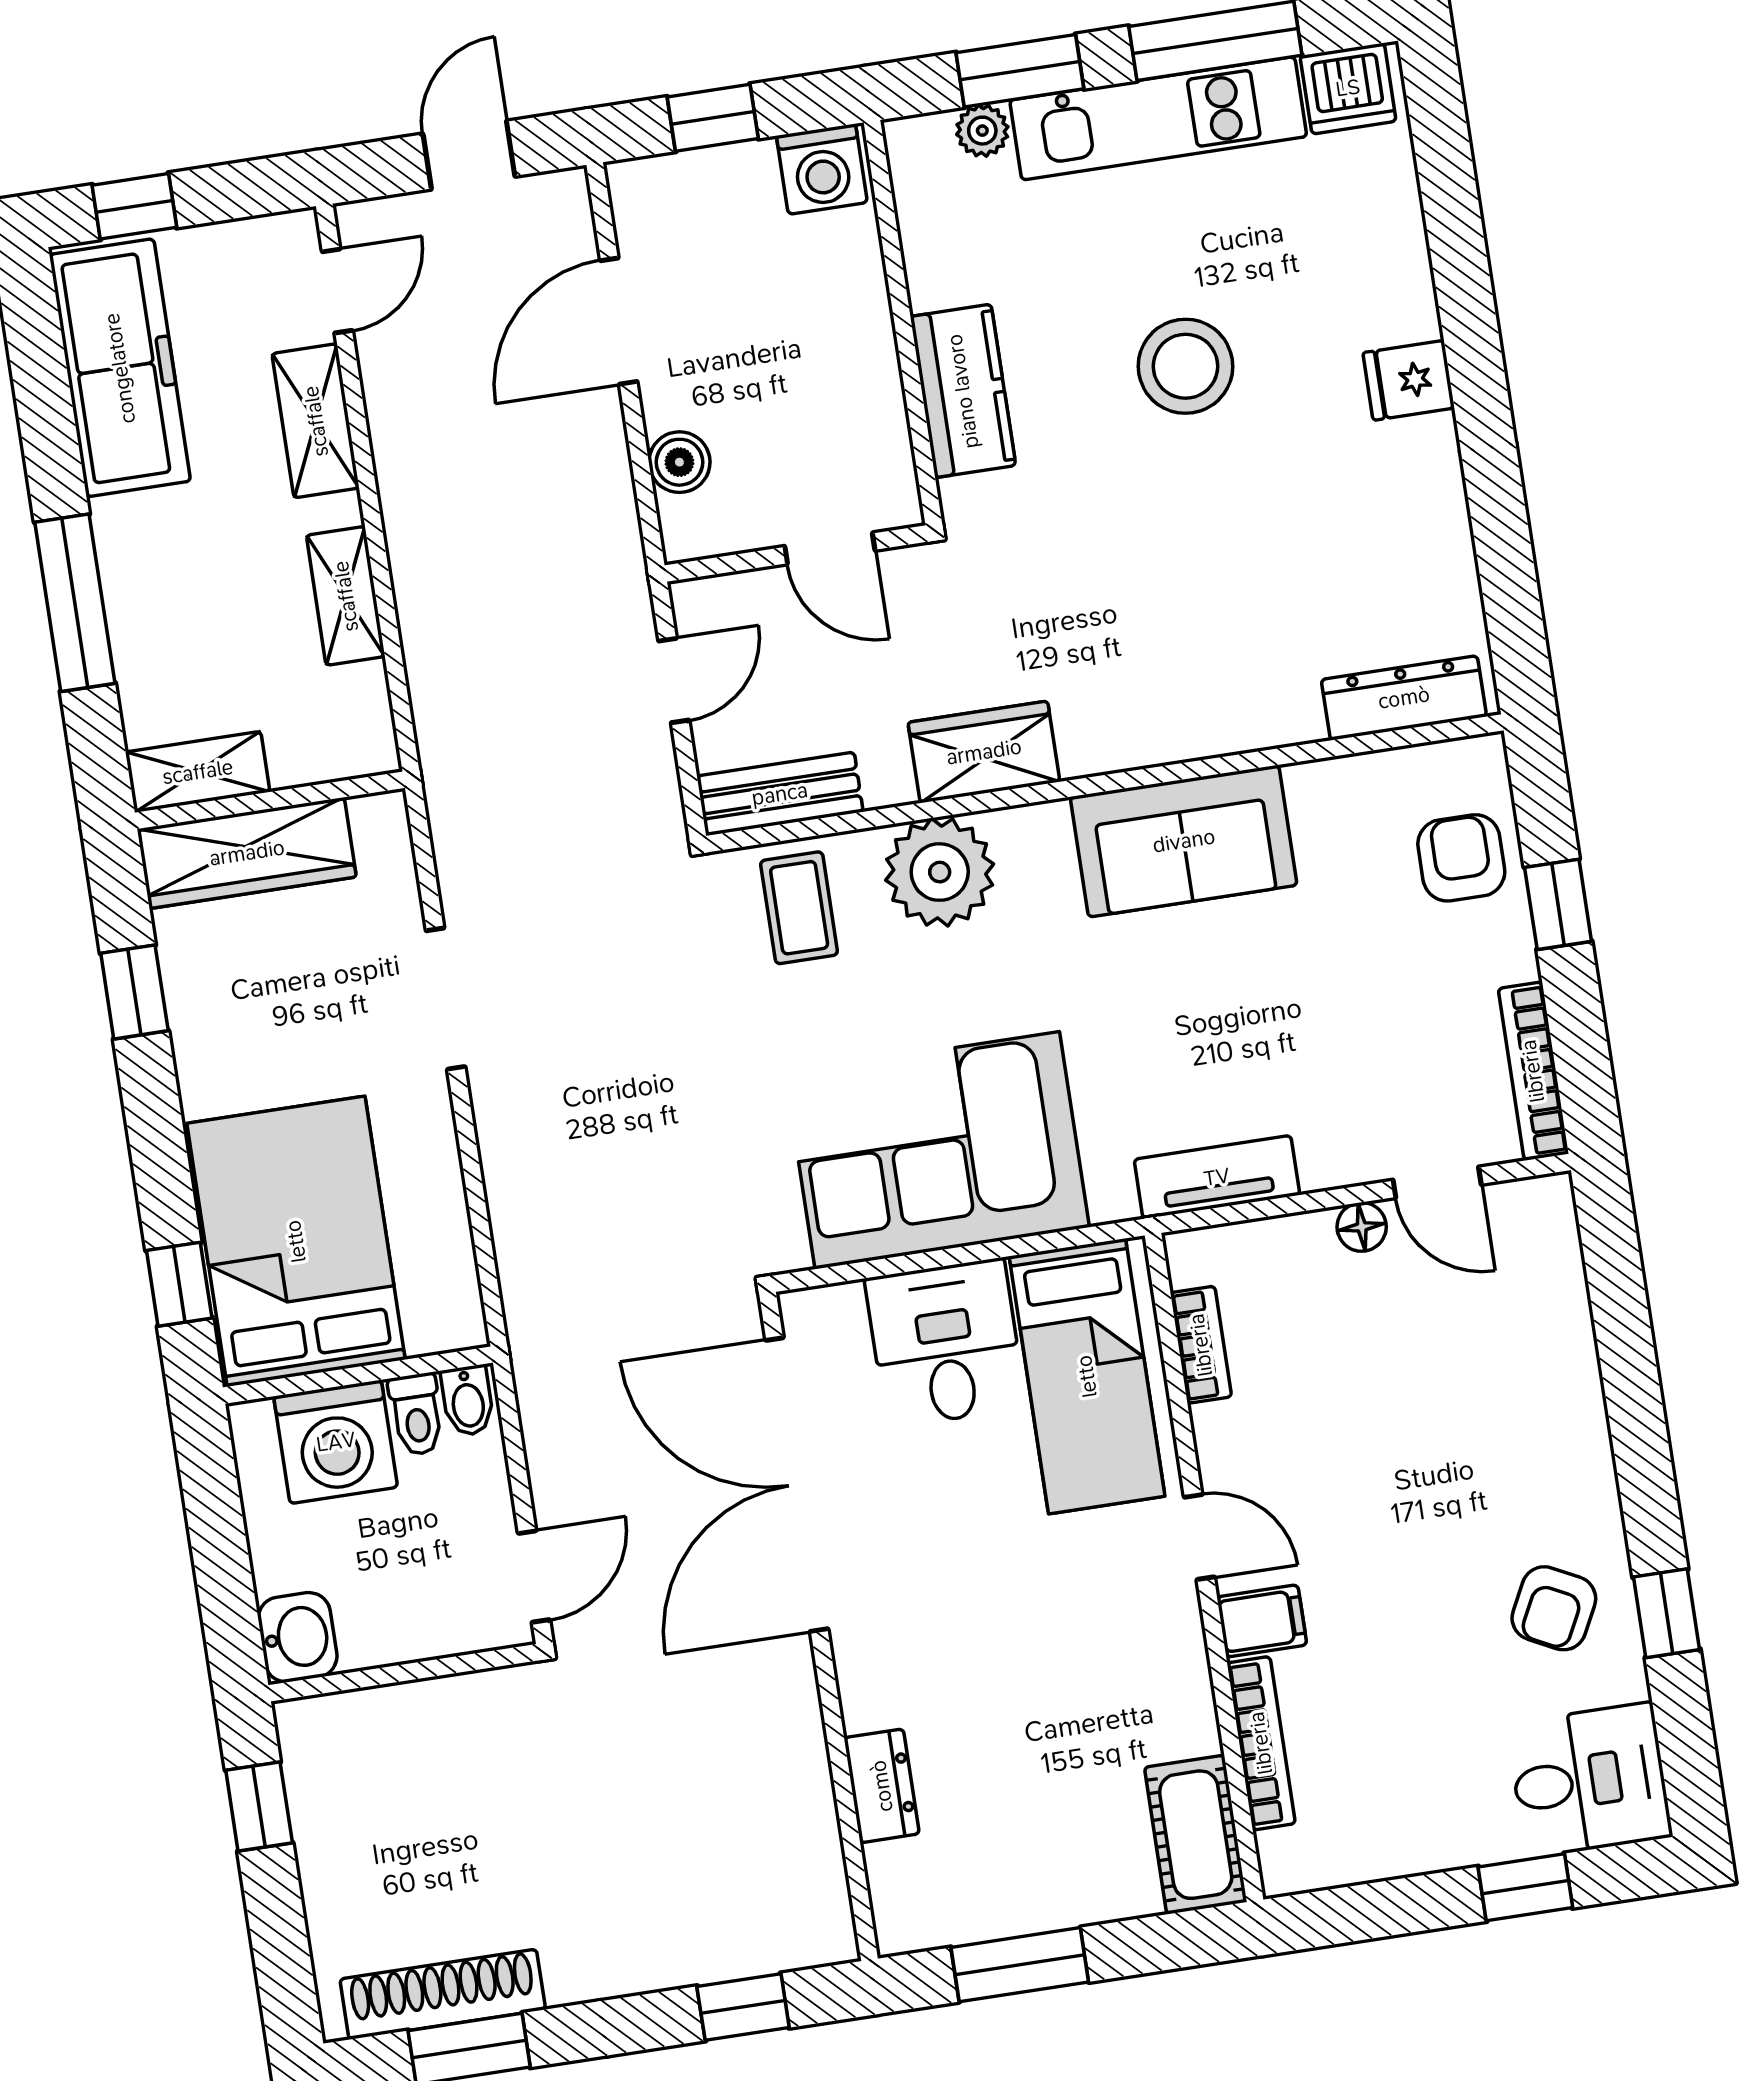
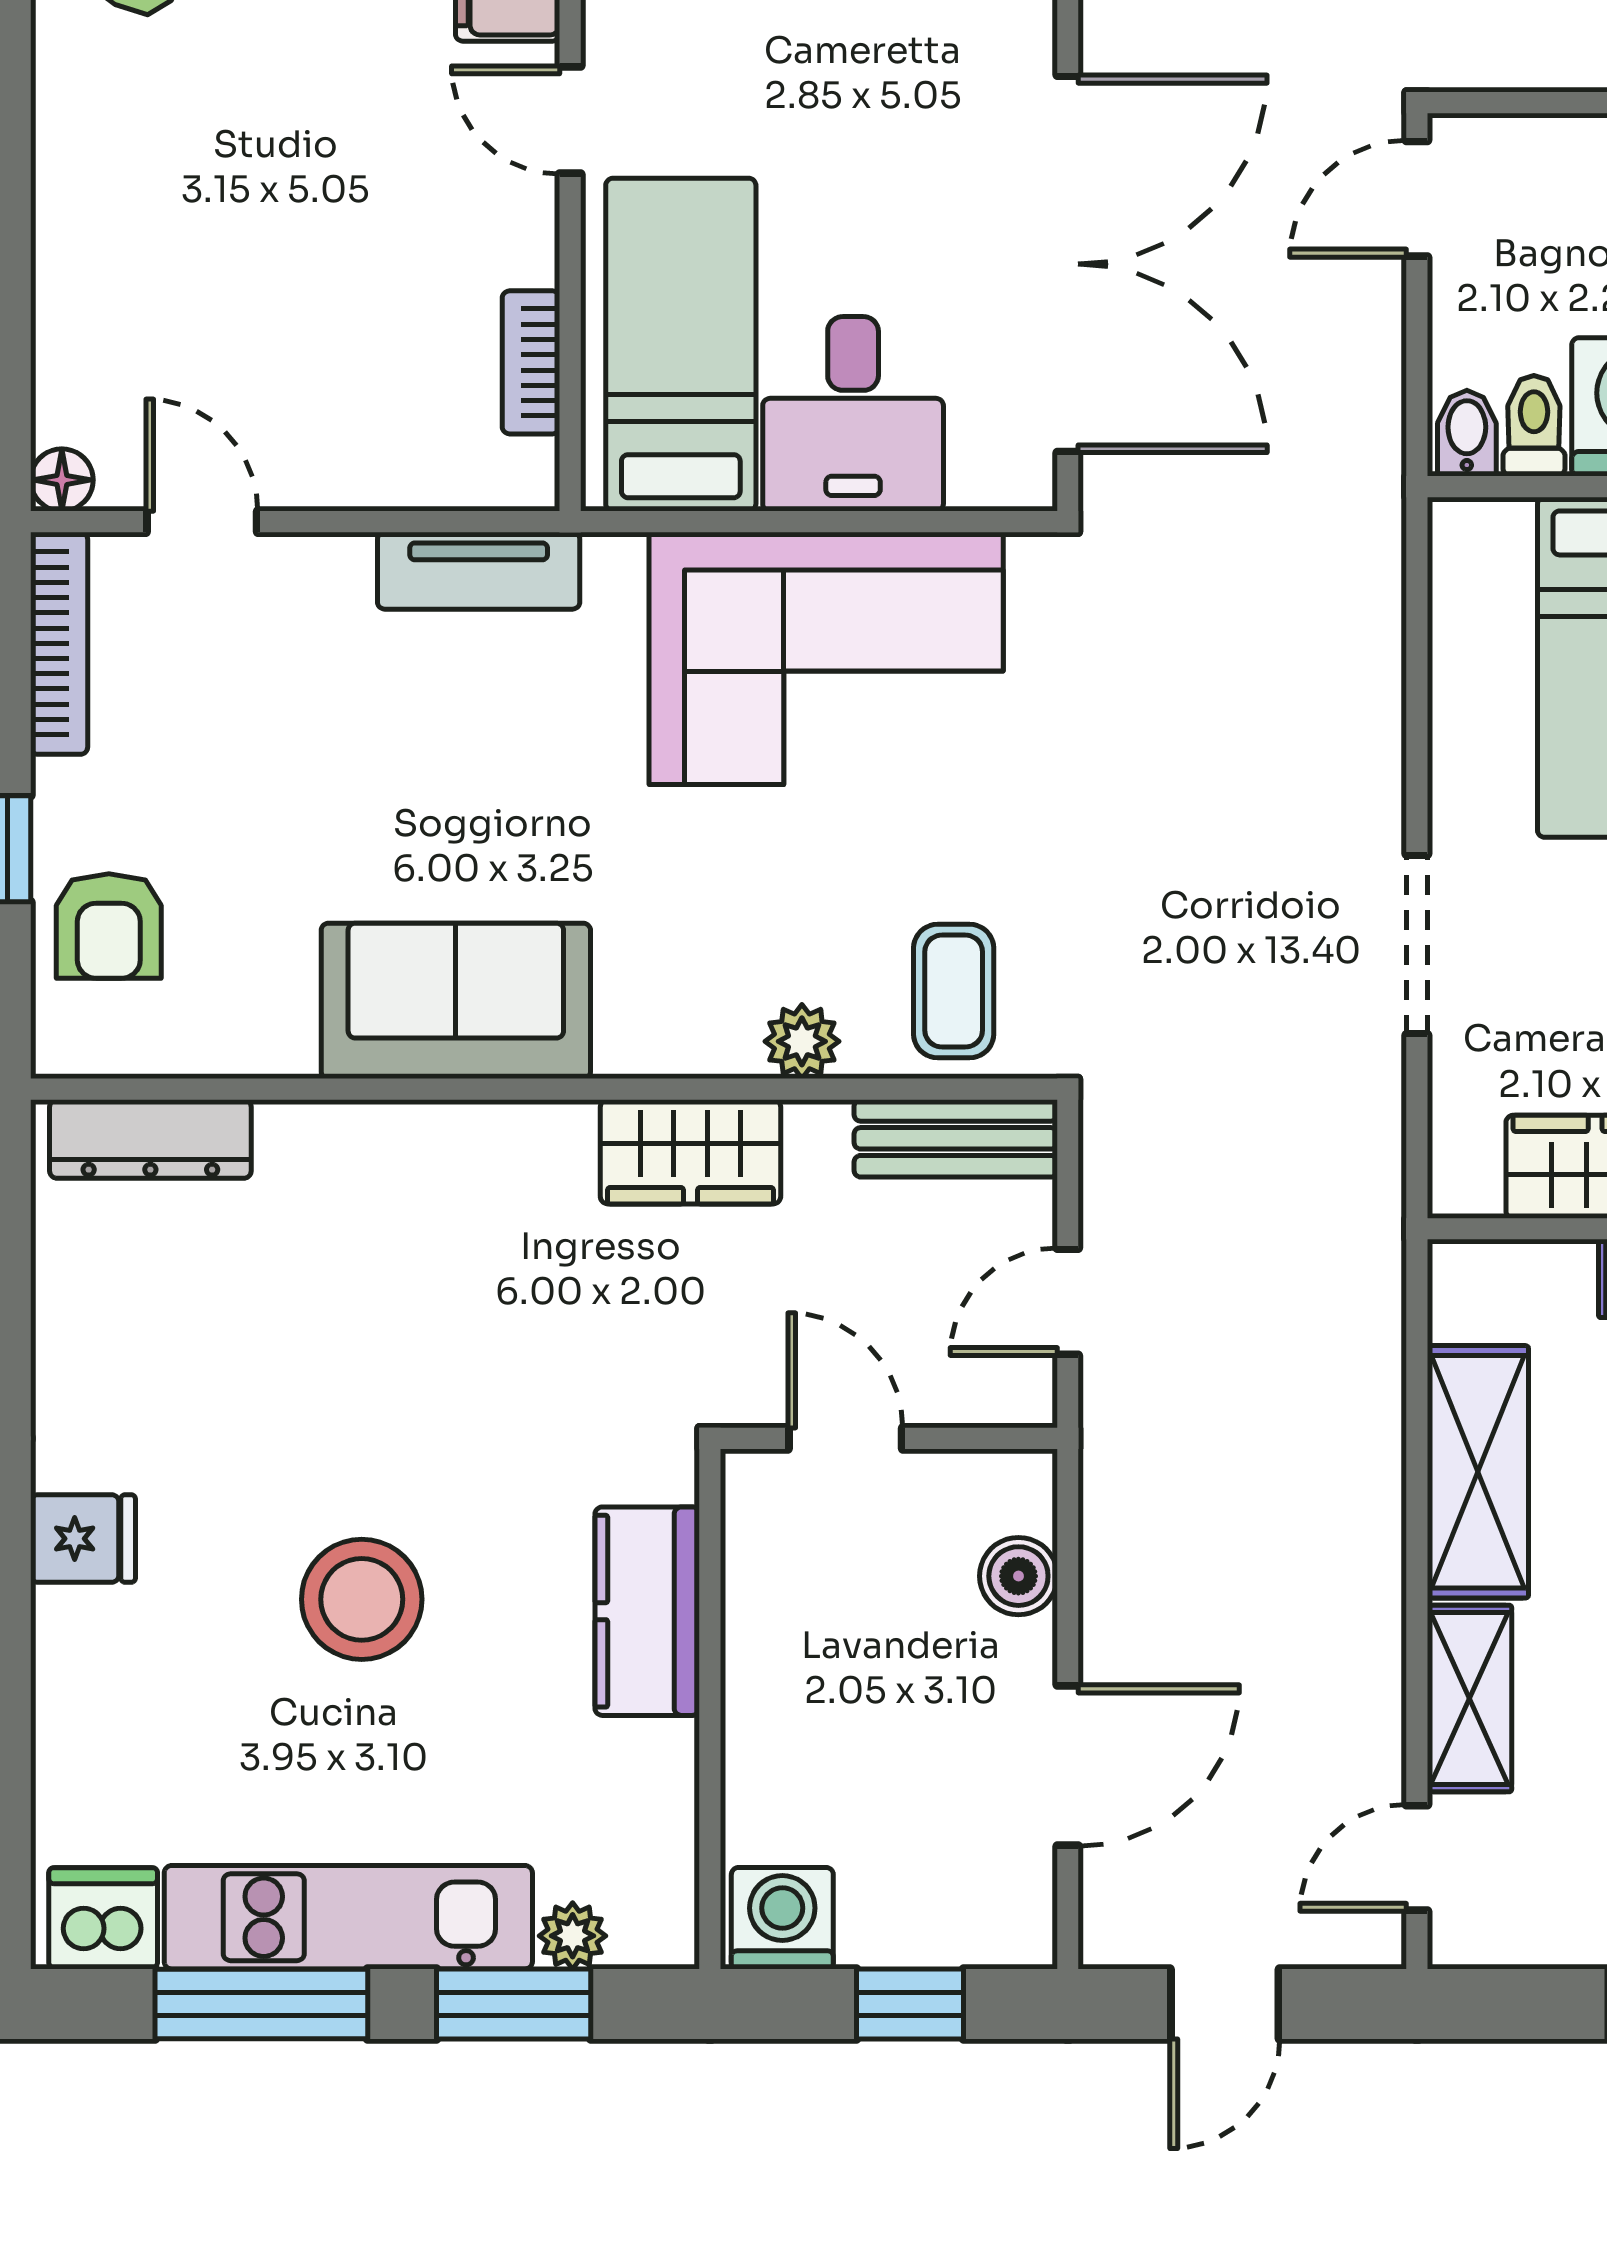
shelving: (346, 596) -> (1478, 1472), width x1.50, depth x1.33
plant: (940, 872) -> (802, 1041), width x0.53, depth x0.53
floor lamp: (1362, 1227) -> (62, 480), moved

